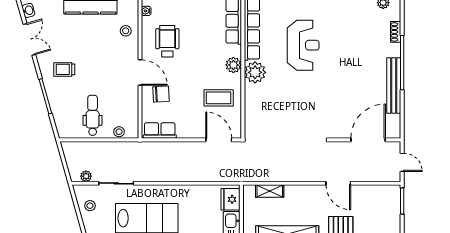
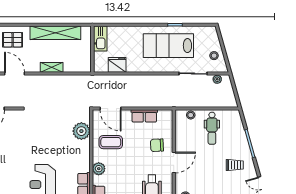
plant: (255, 72) -> (81, 131), moved
door: (140, 73) -> (174, 162), swing flipped
row of seats: (160, 131) -> (144, 116), moved
shelving: (270, 191) -> (52, 67), moved
fridge: (231, 199) -> (117, 65), moved, turned -90

